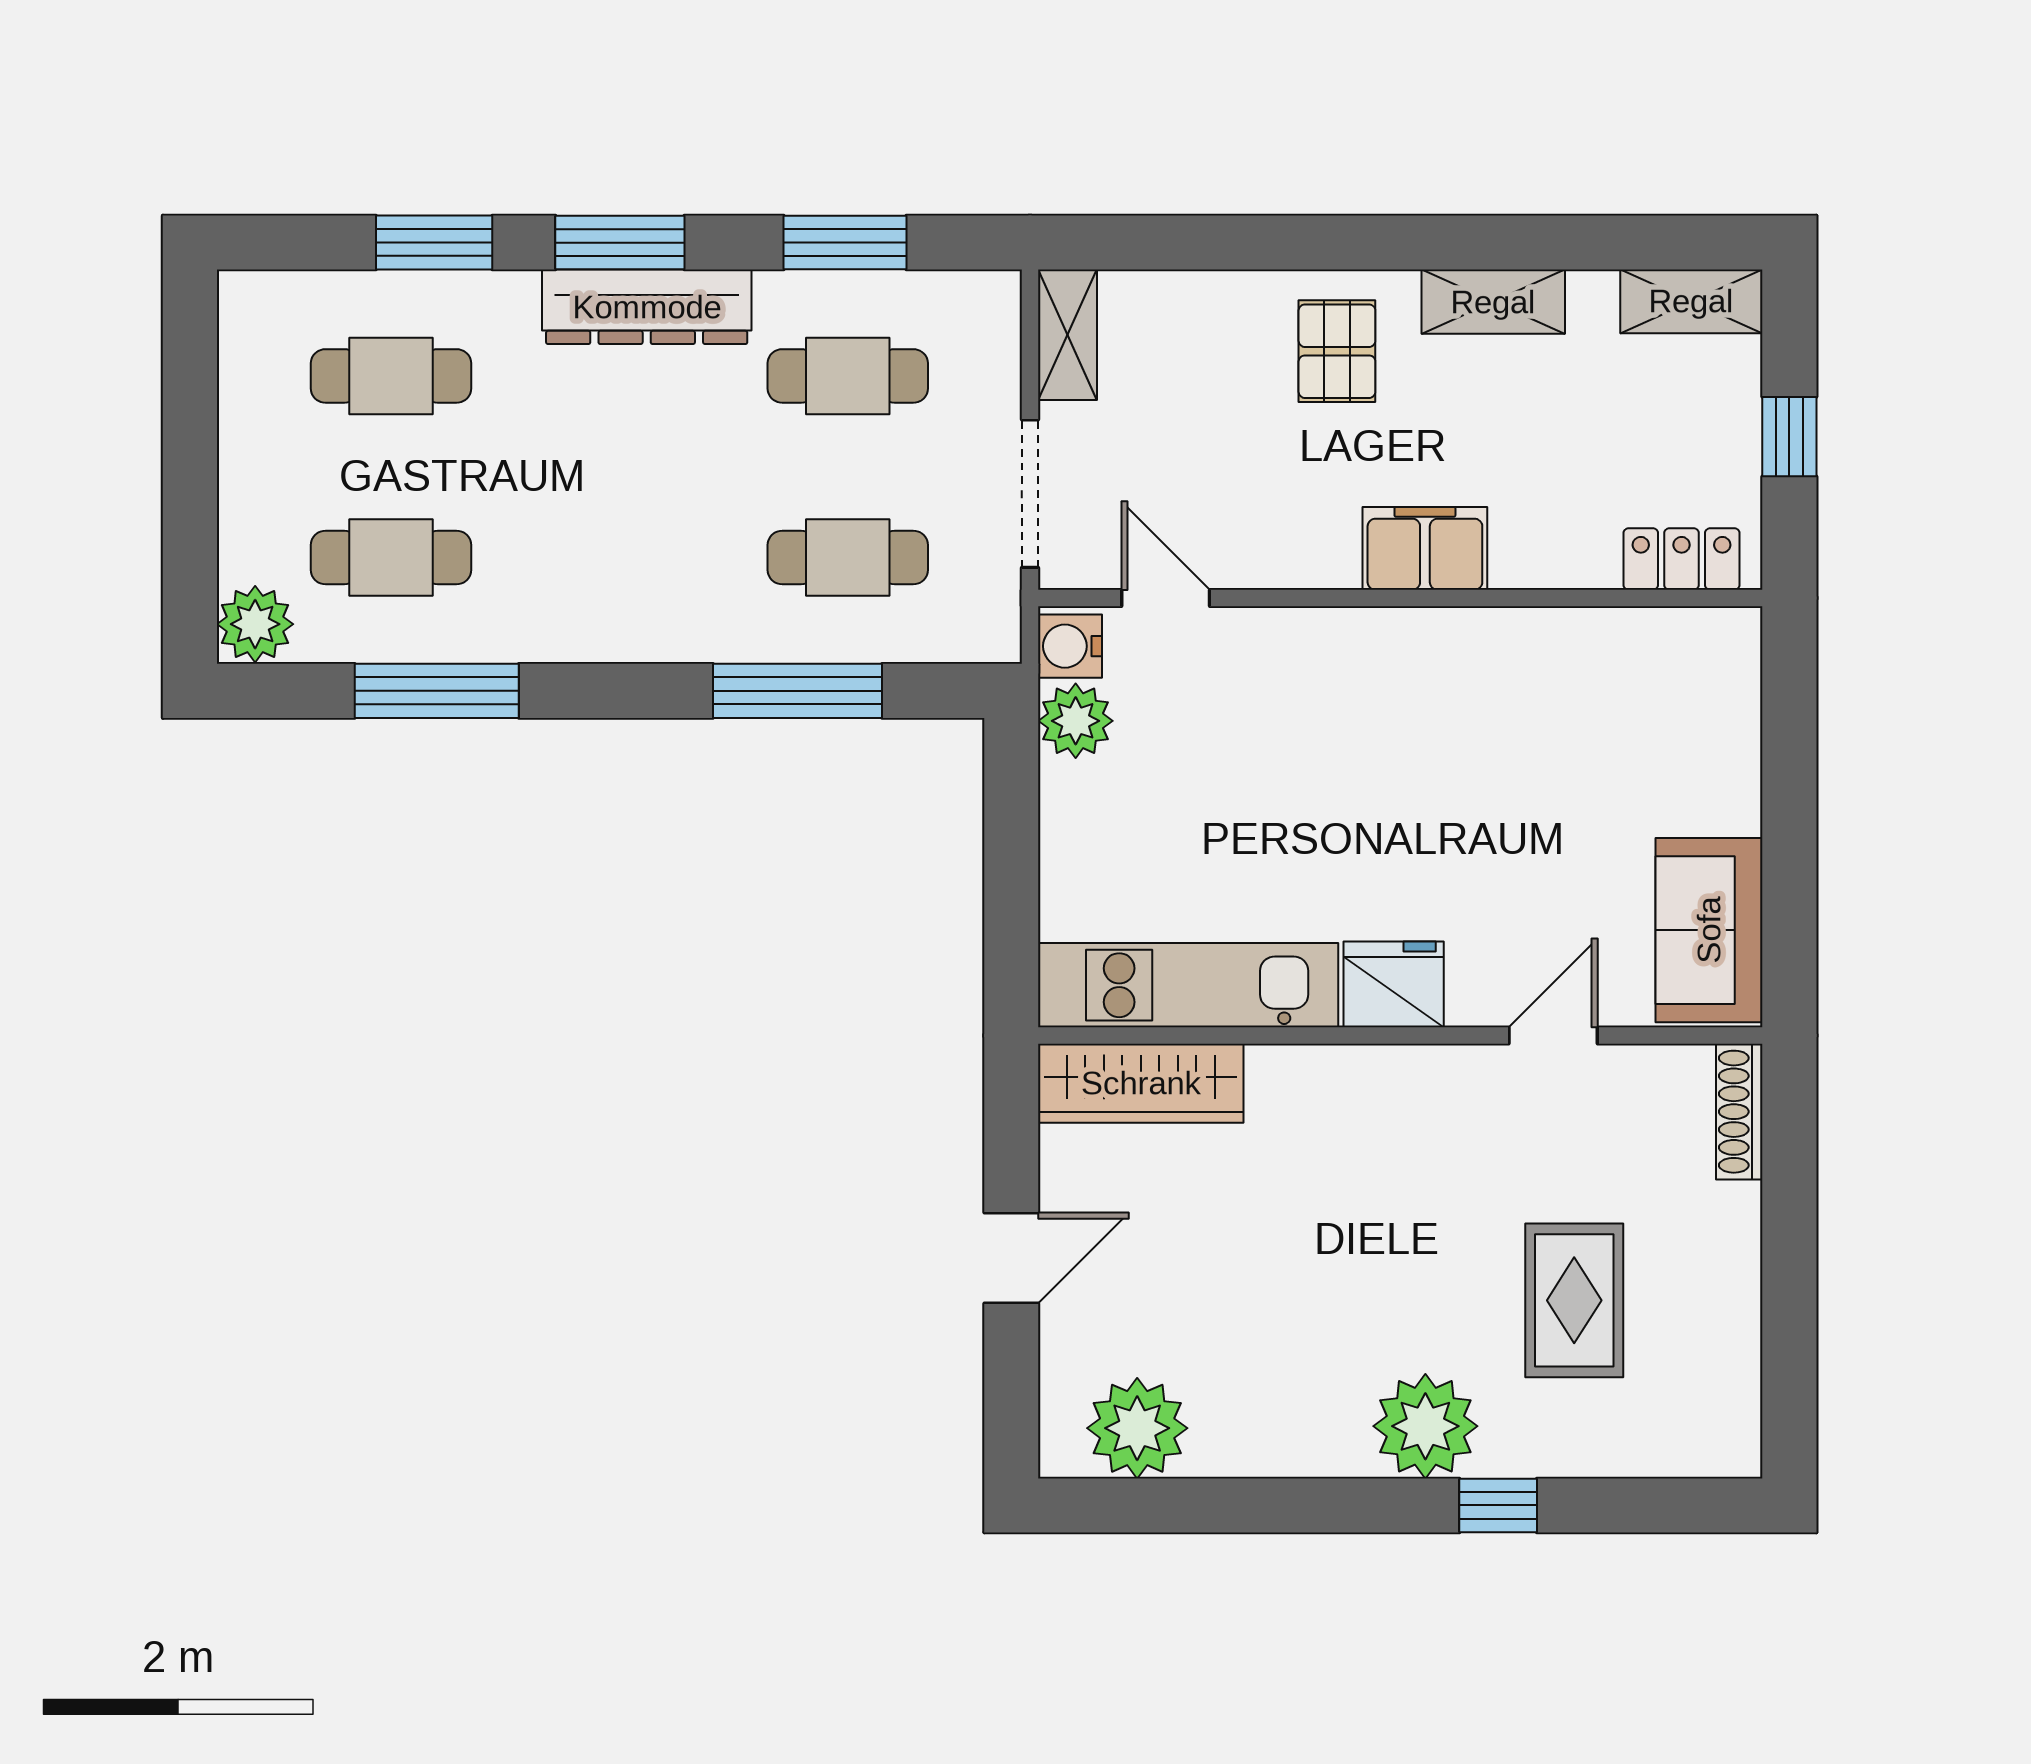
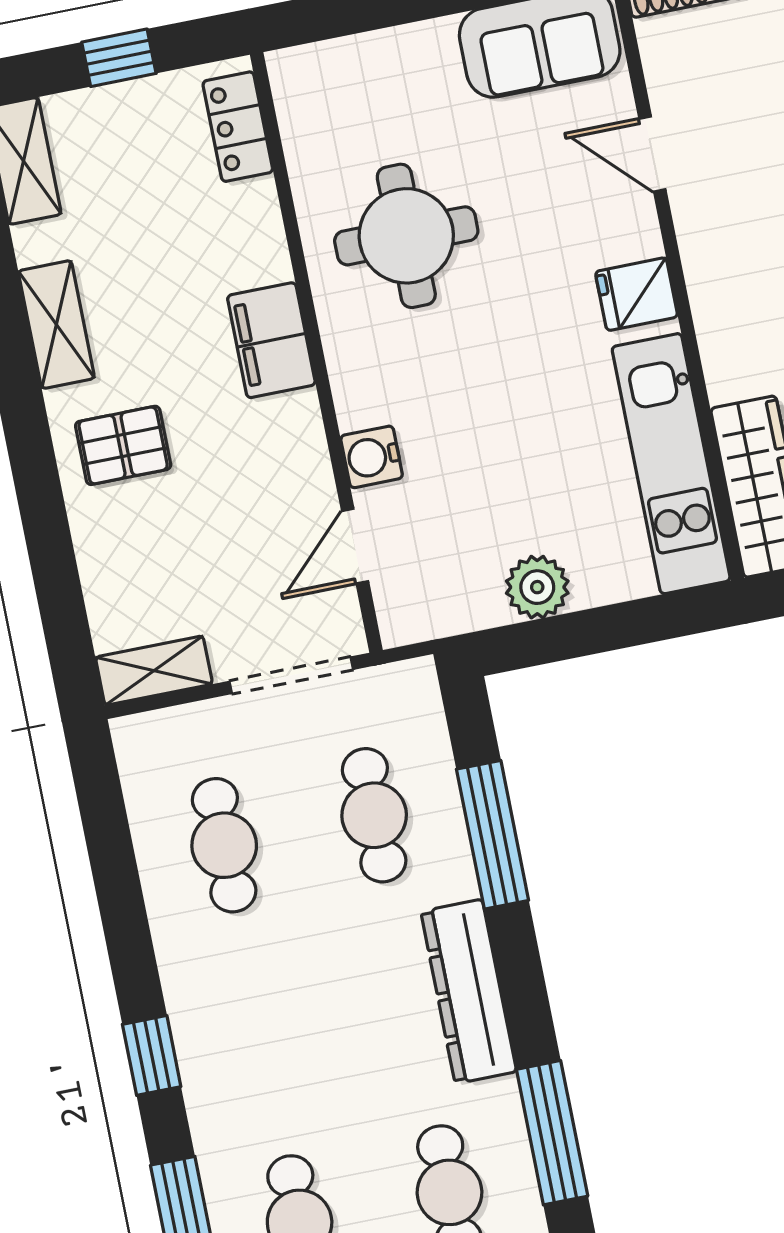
window: (620, 243) -> (152, 1055), width x0.67
window: (845, 243) -> (114, 869), removed
dresser: (647, 307) -> (469, 992), moved, turned 180
water cooler: (1070, 646) -> (372, 457), moved, turned 90
plant: (1076, 721) -> (537, 587), moved
round table: (1515, 730) -> (406, 236), added
fridge: (1394, 984) -> (637, 294), width x0.72

